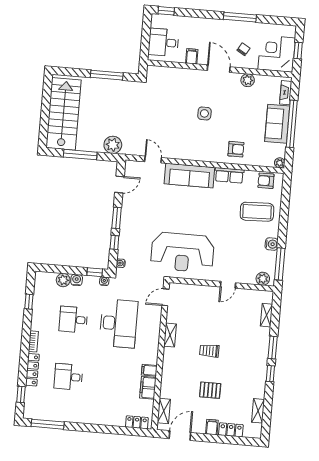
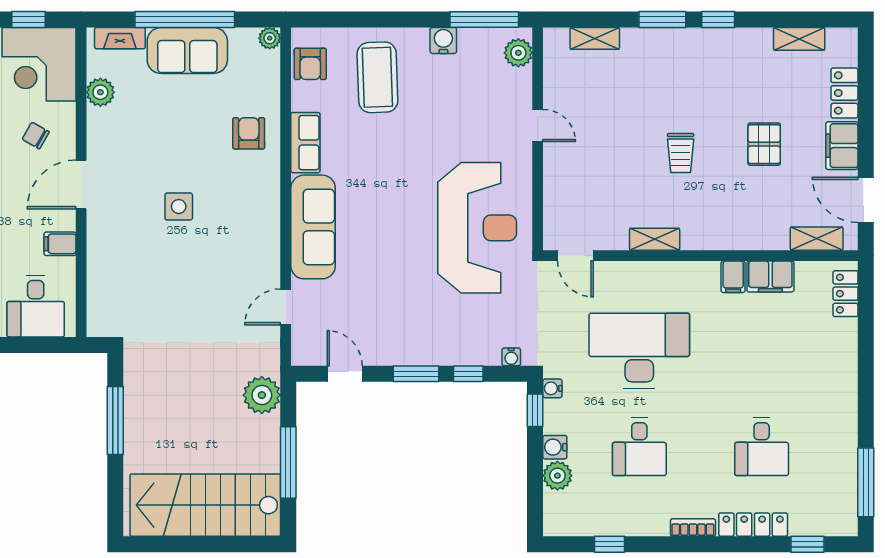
plant: (248, 80) -> (100, 92), moved
filing cabinet: (212, 427) -> (842, 146), width x2.00

